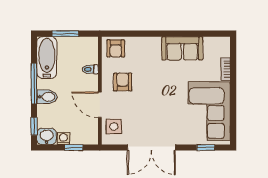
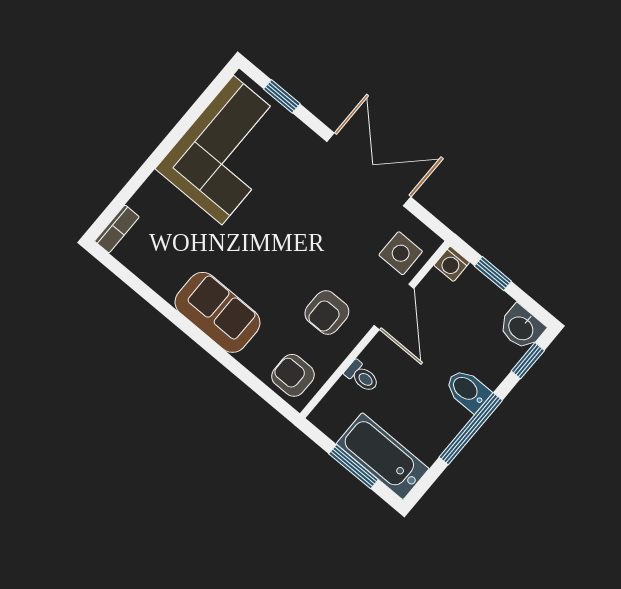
armchair: (116, 48) -> (293, 375), turned -90
sofa: (182, 48) -> (217, 312), moved
bathtub: (47, 57) -> (383, 456), moved, turned 90
bookcase: (226, 69) -> (117, 229), moved
washing machine: (64, 138) -> (452, 264), moved

